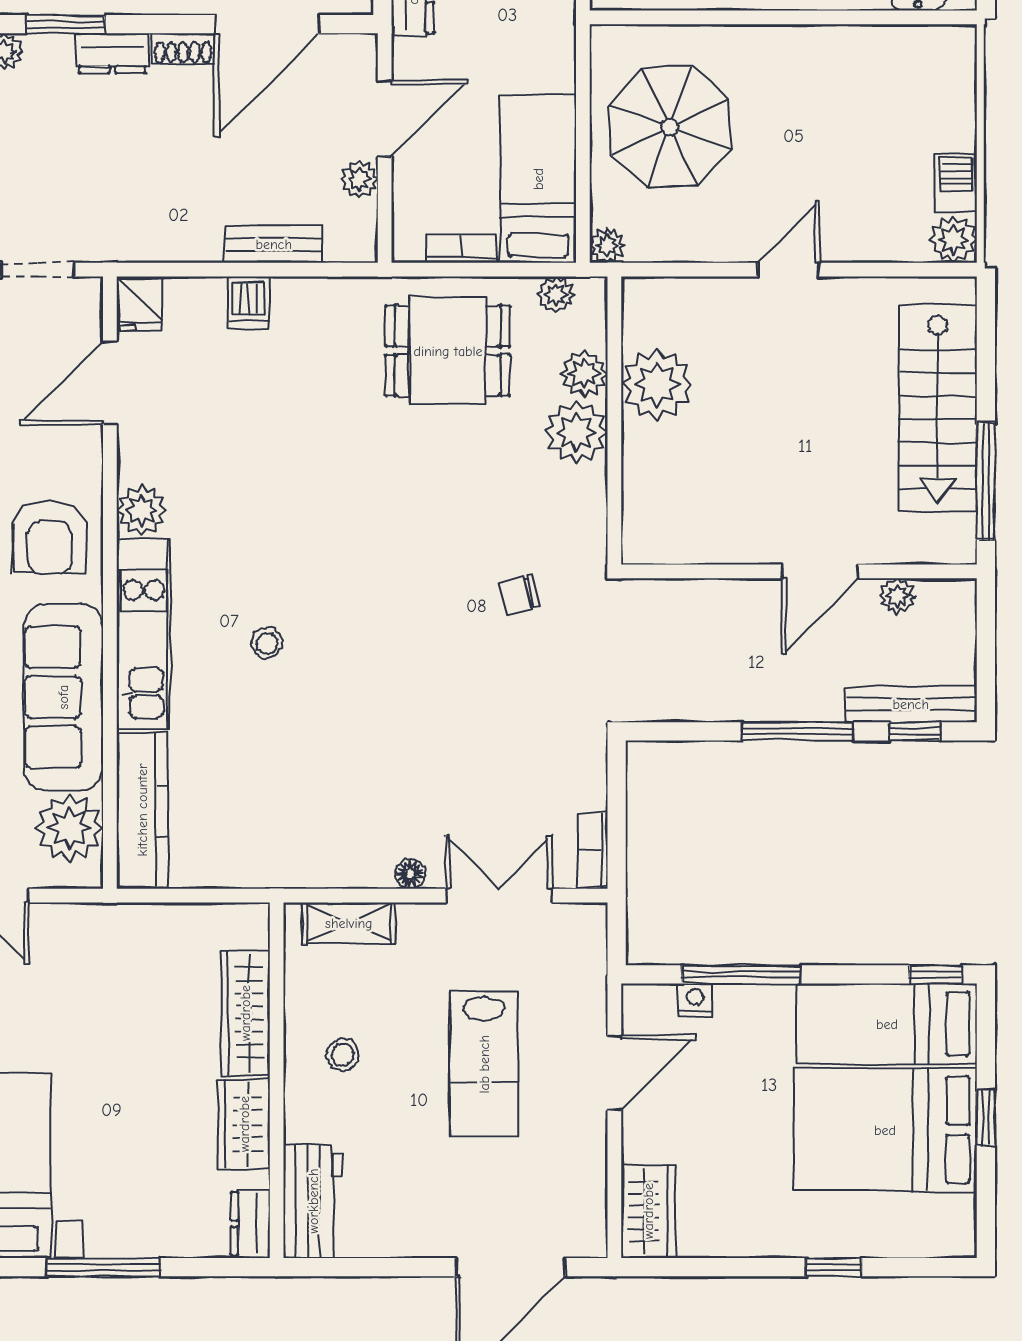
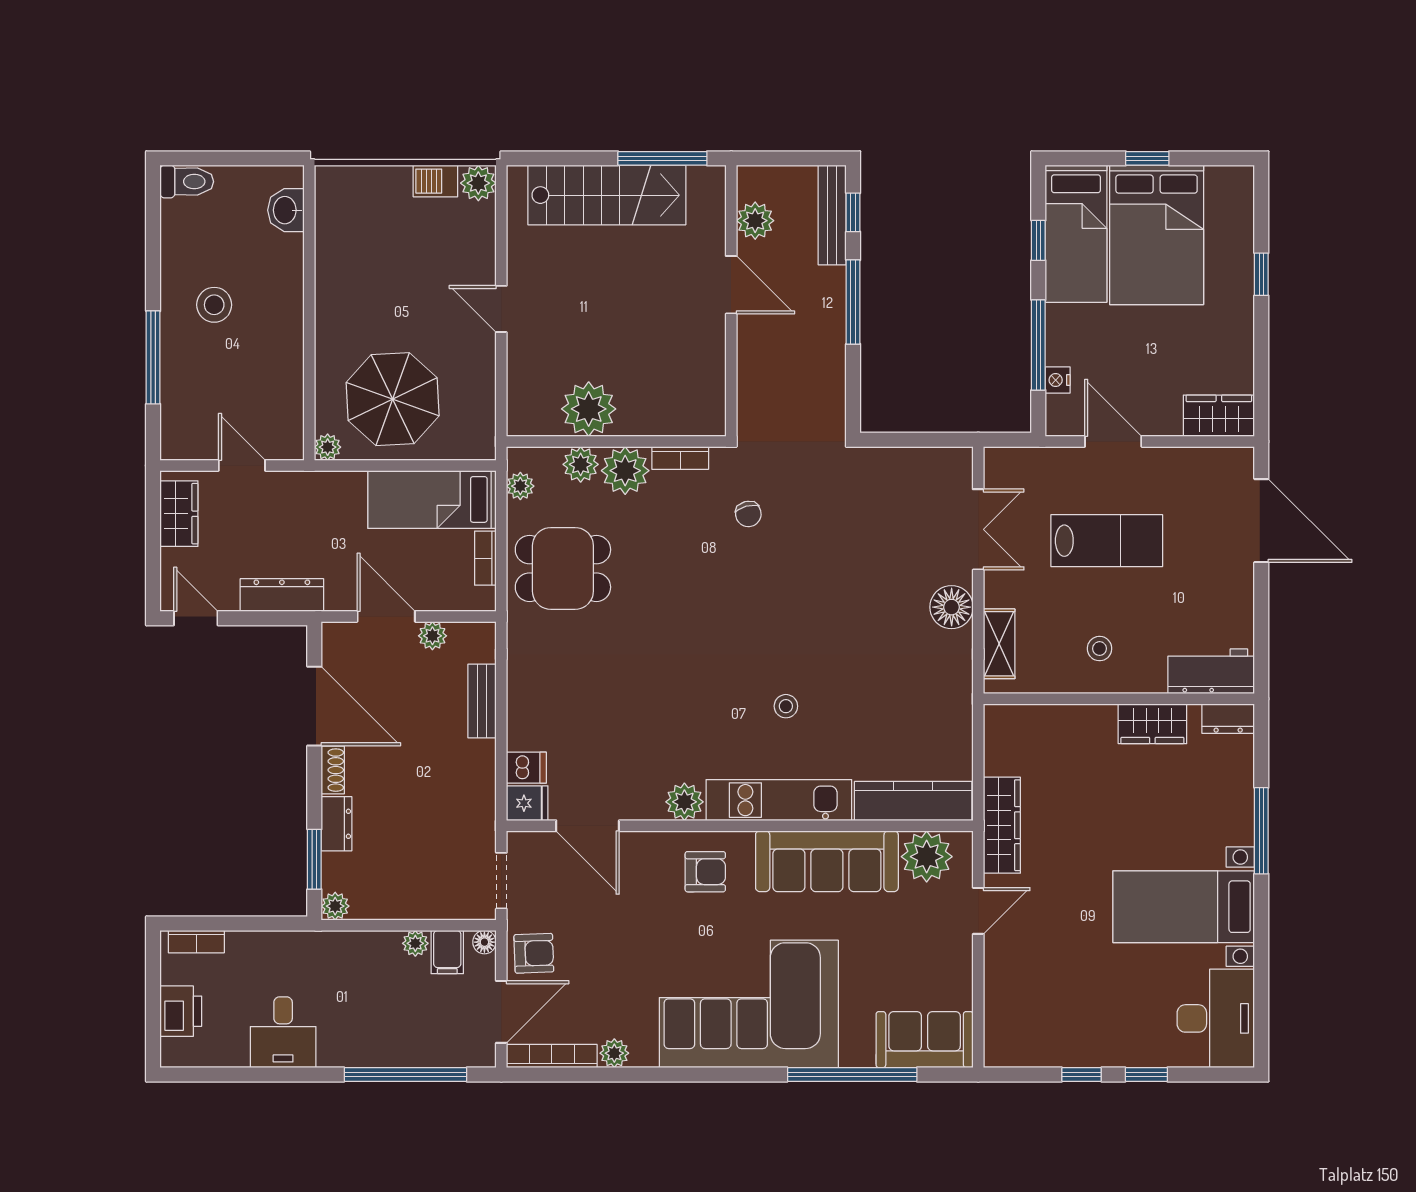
plant: (607, 245) -> (328, 447), moved
dishwasher: (248, 303) -> (526, 768), moved
dining table: (448, 351) -> (563, 568), turned 90
armchair: (50, 537) -> (705, 872), width x0.72, depth x0.72
plant: (897, 596) -> (755, 221), width x1.38, depth x1.38
bookcase: (593, 850) -> (680, 458), moved
floor lamp: (410, 874) -> (952, 607), width x1.89, depth x1.89
double door: (499, 896) -> (978, 529), swing flipped
window: (936, 974) -> (1038, 240), moved
wardrobe: (245, 1013) -> (1002, 825), moved, turned -90

